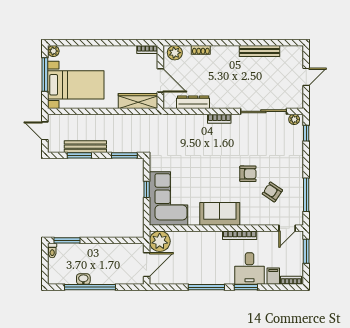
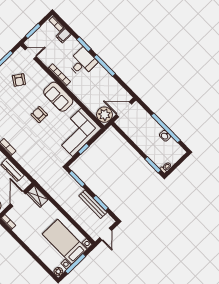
wardrobe: (138, 101) -> (37, 196), width x0.67
armchair: (248, 174) -> (39, 115), moved
desk: (250, 269) -> (82, 63), moved

